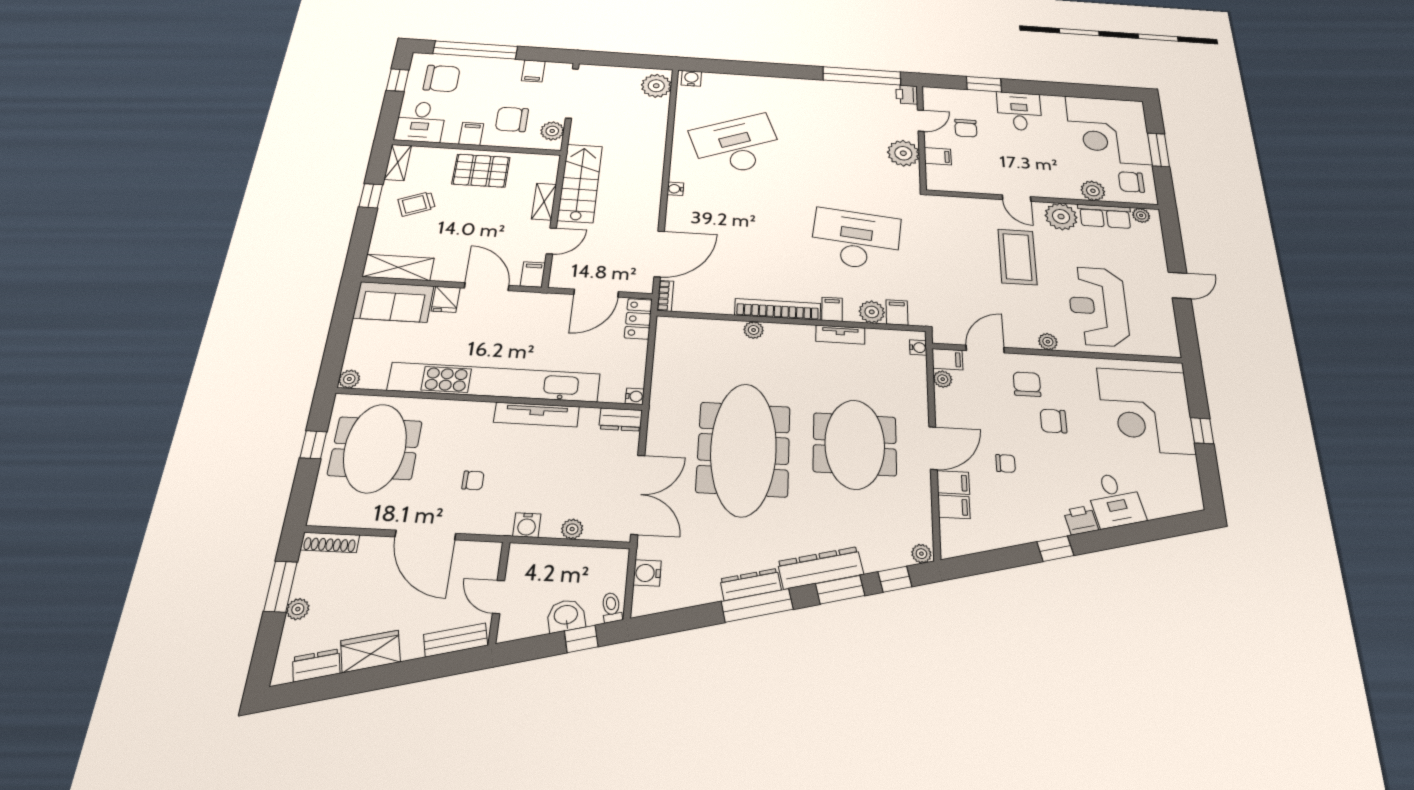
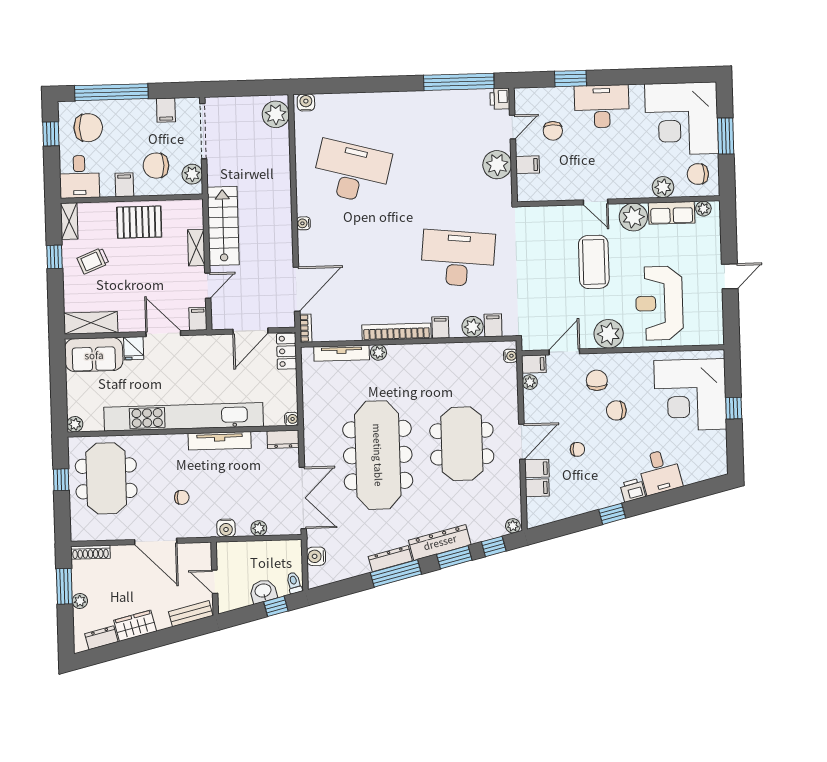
desk: (1019, 111) -> (602, 106), width x1.37
desk: (737, 145) -> (352, 172), turned 36
tv unit: (840, 335) -> (342, 353), moved, width x1.41
plant: (1048, 342) -> (609, 334), width x1.88, depth x1.88

